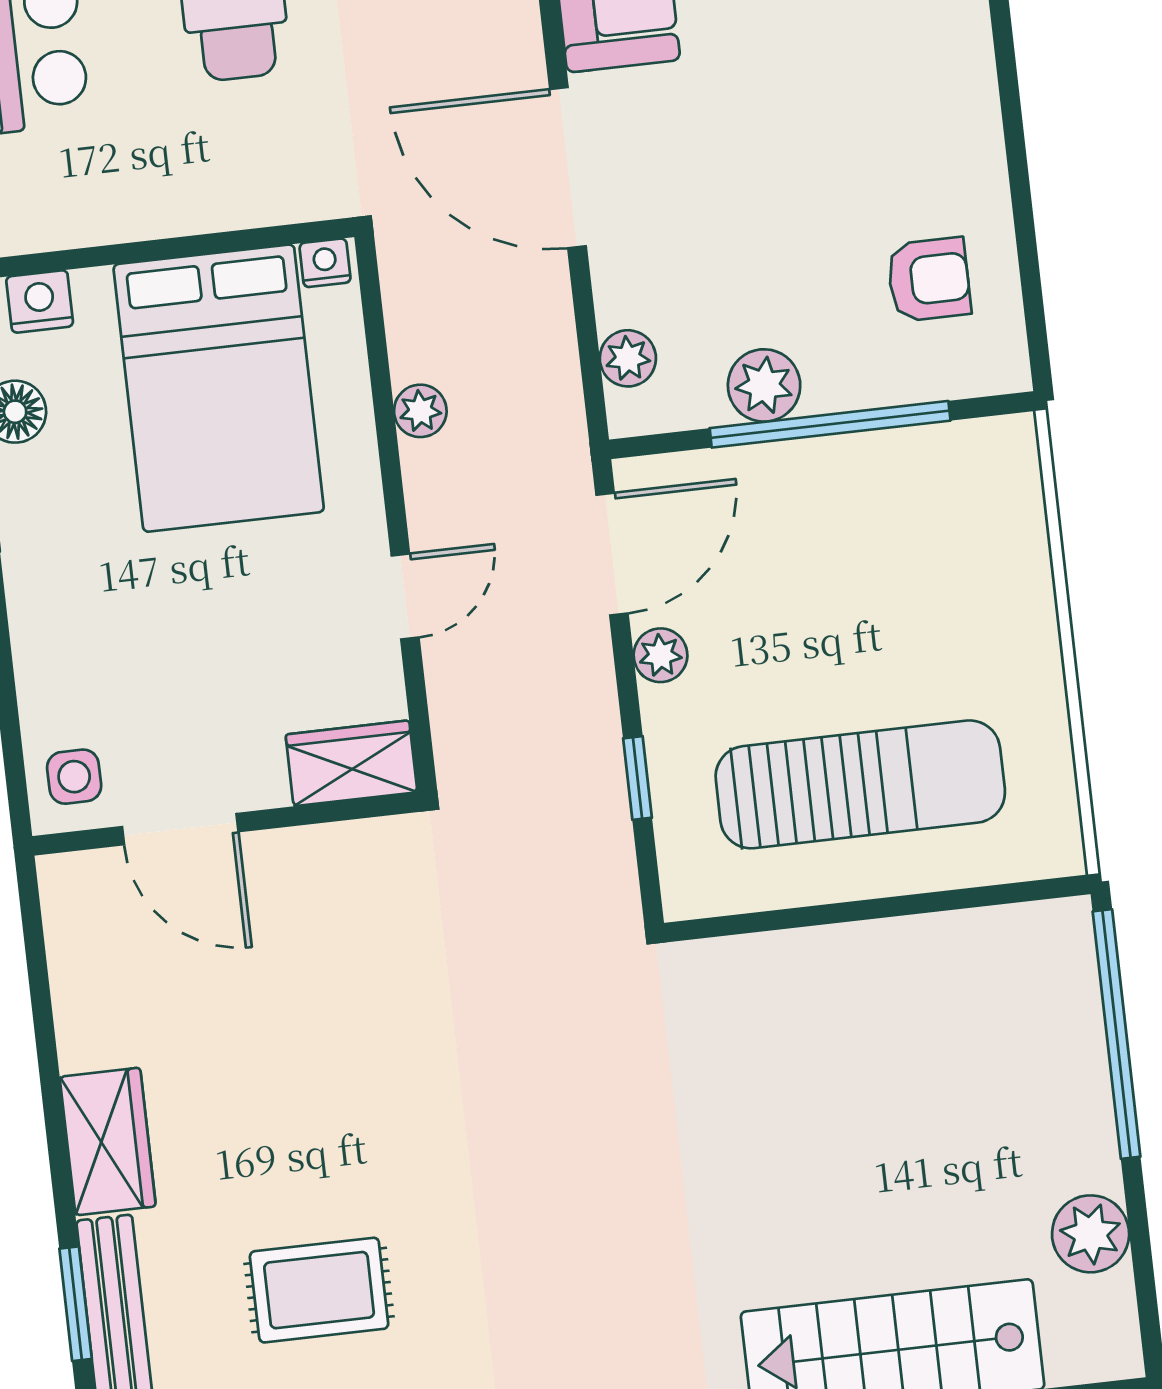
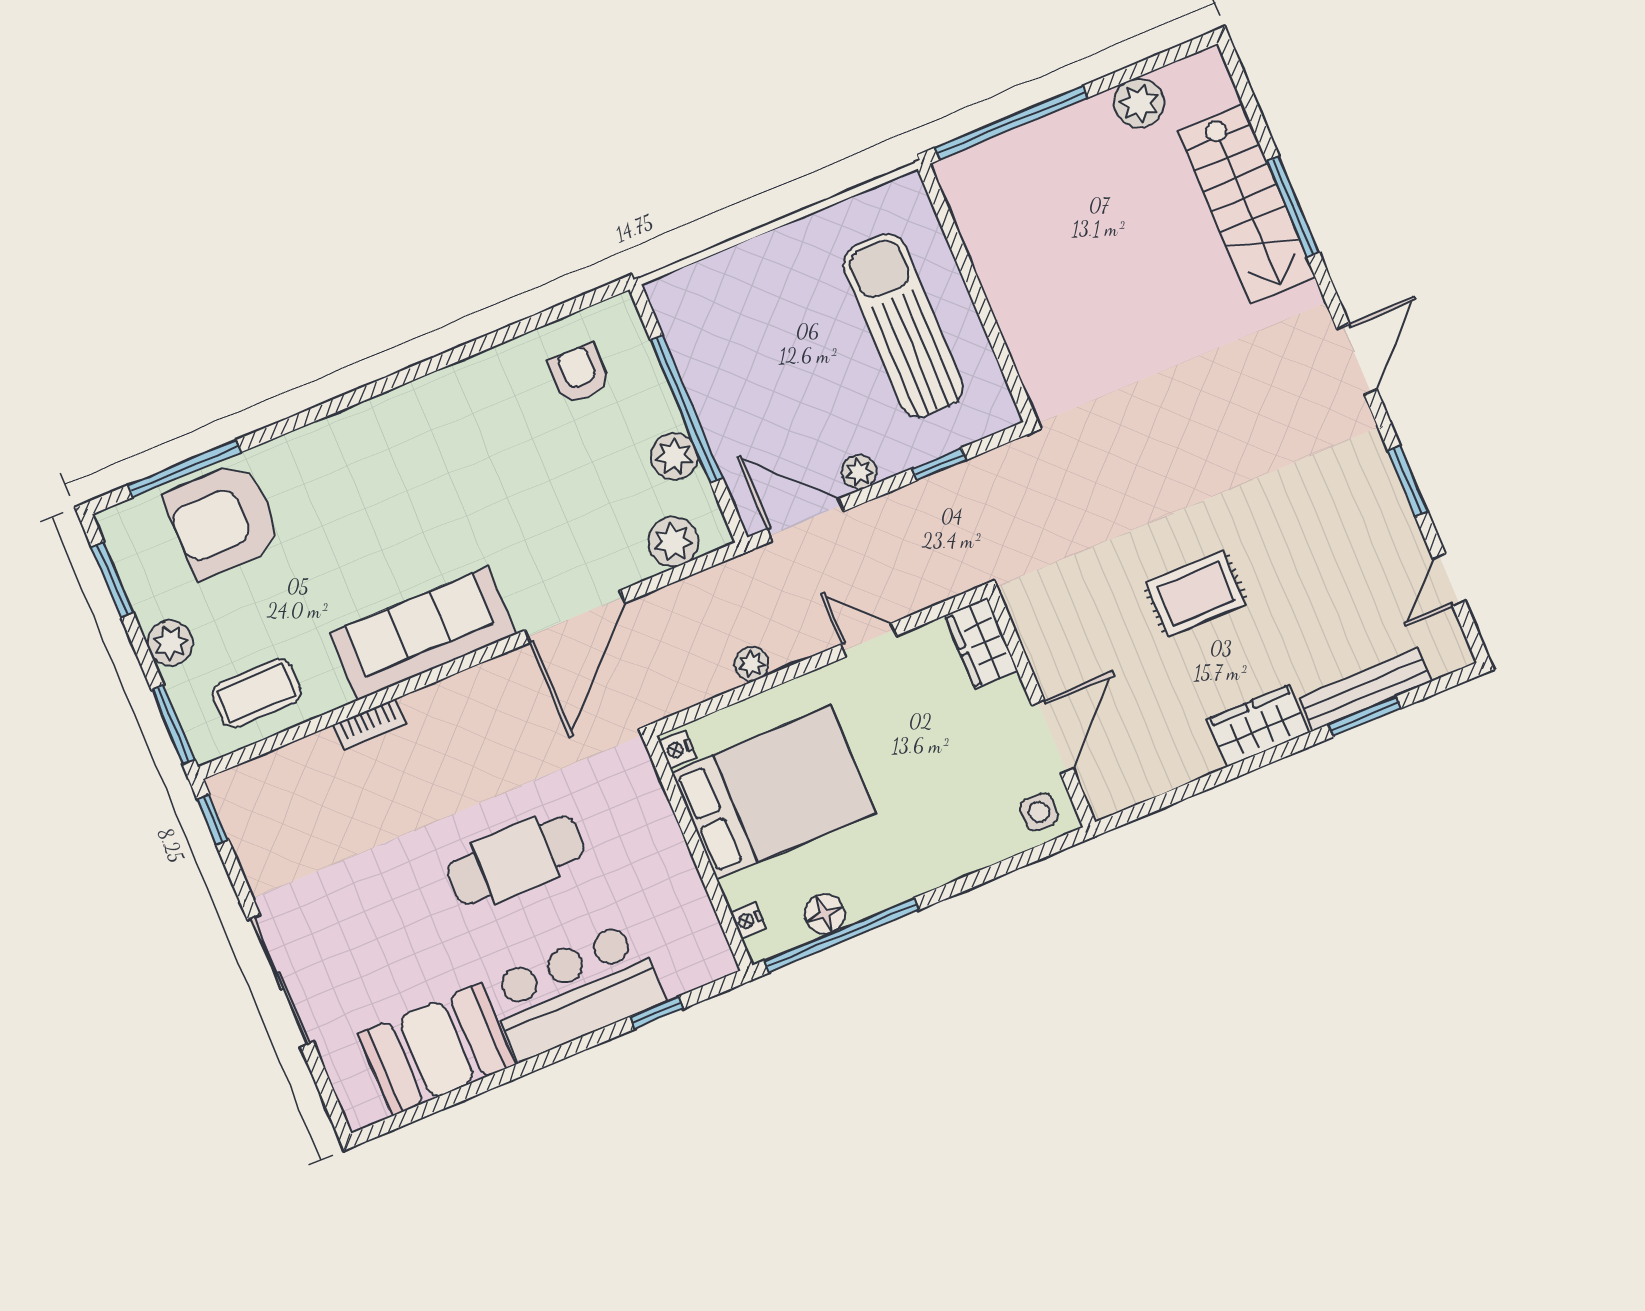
nightstand: (40, 301) -> (748, 920), width x0.72, depth x0.74
plant: (628, 358) -> (673, 542), width x1.38, depth x1.38
rug: (319, 1290) -> (1196, 594), moved, turned 90

